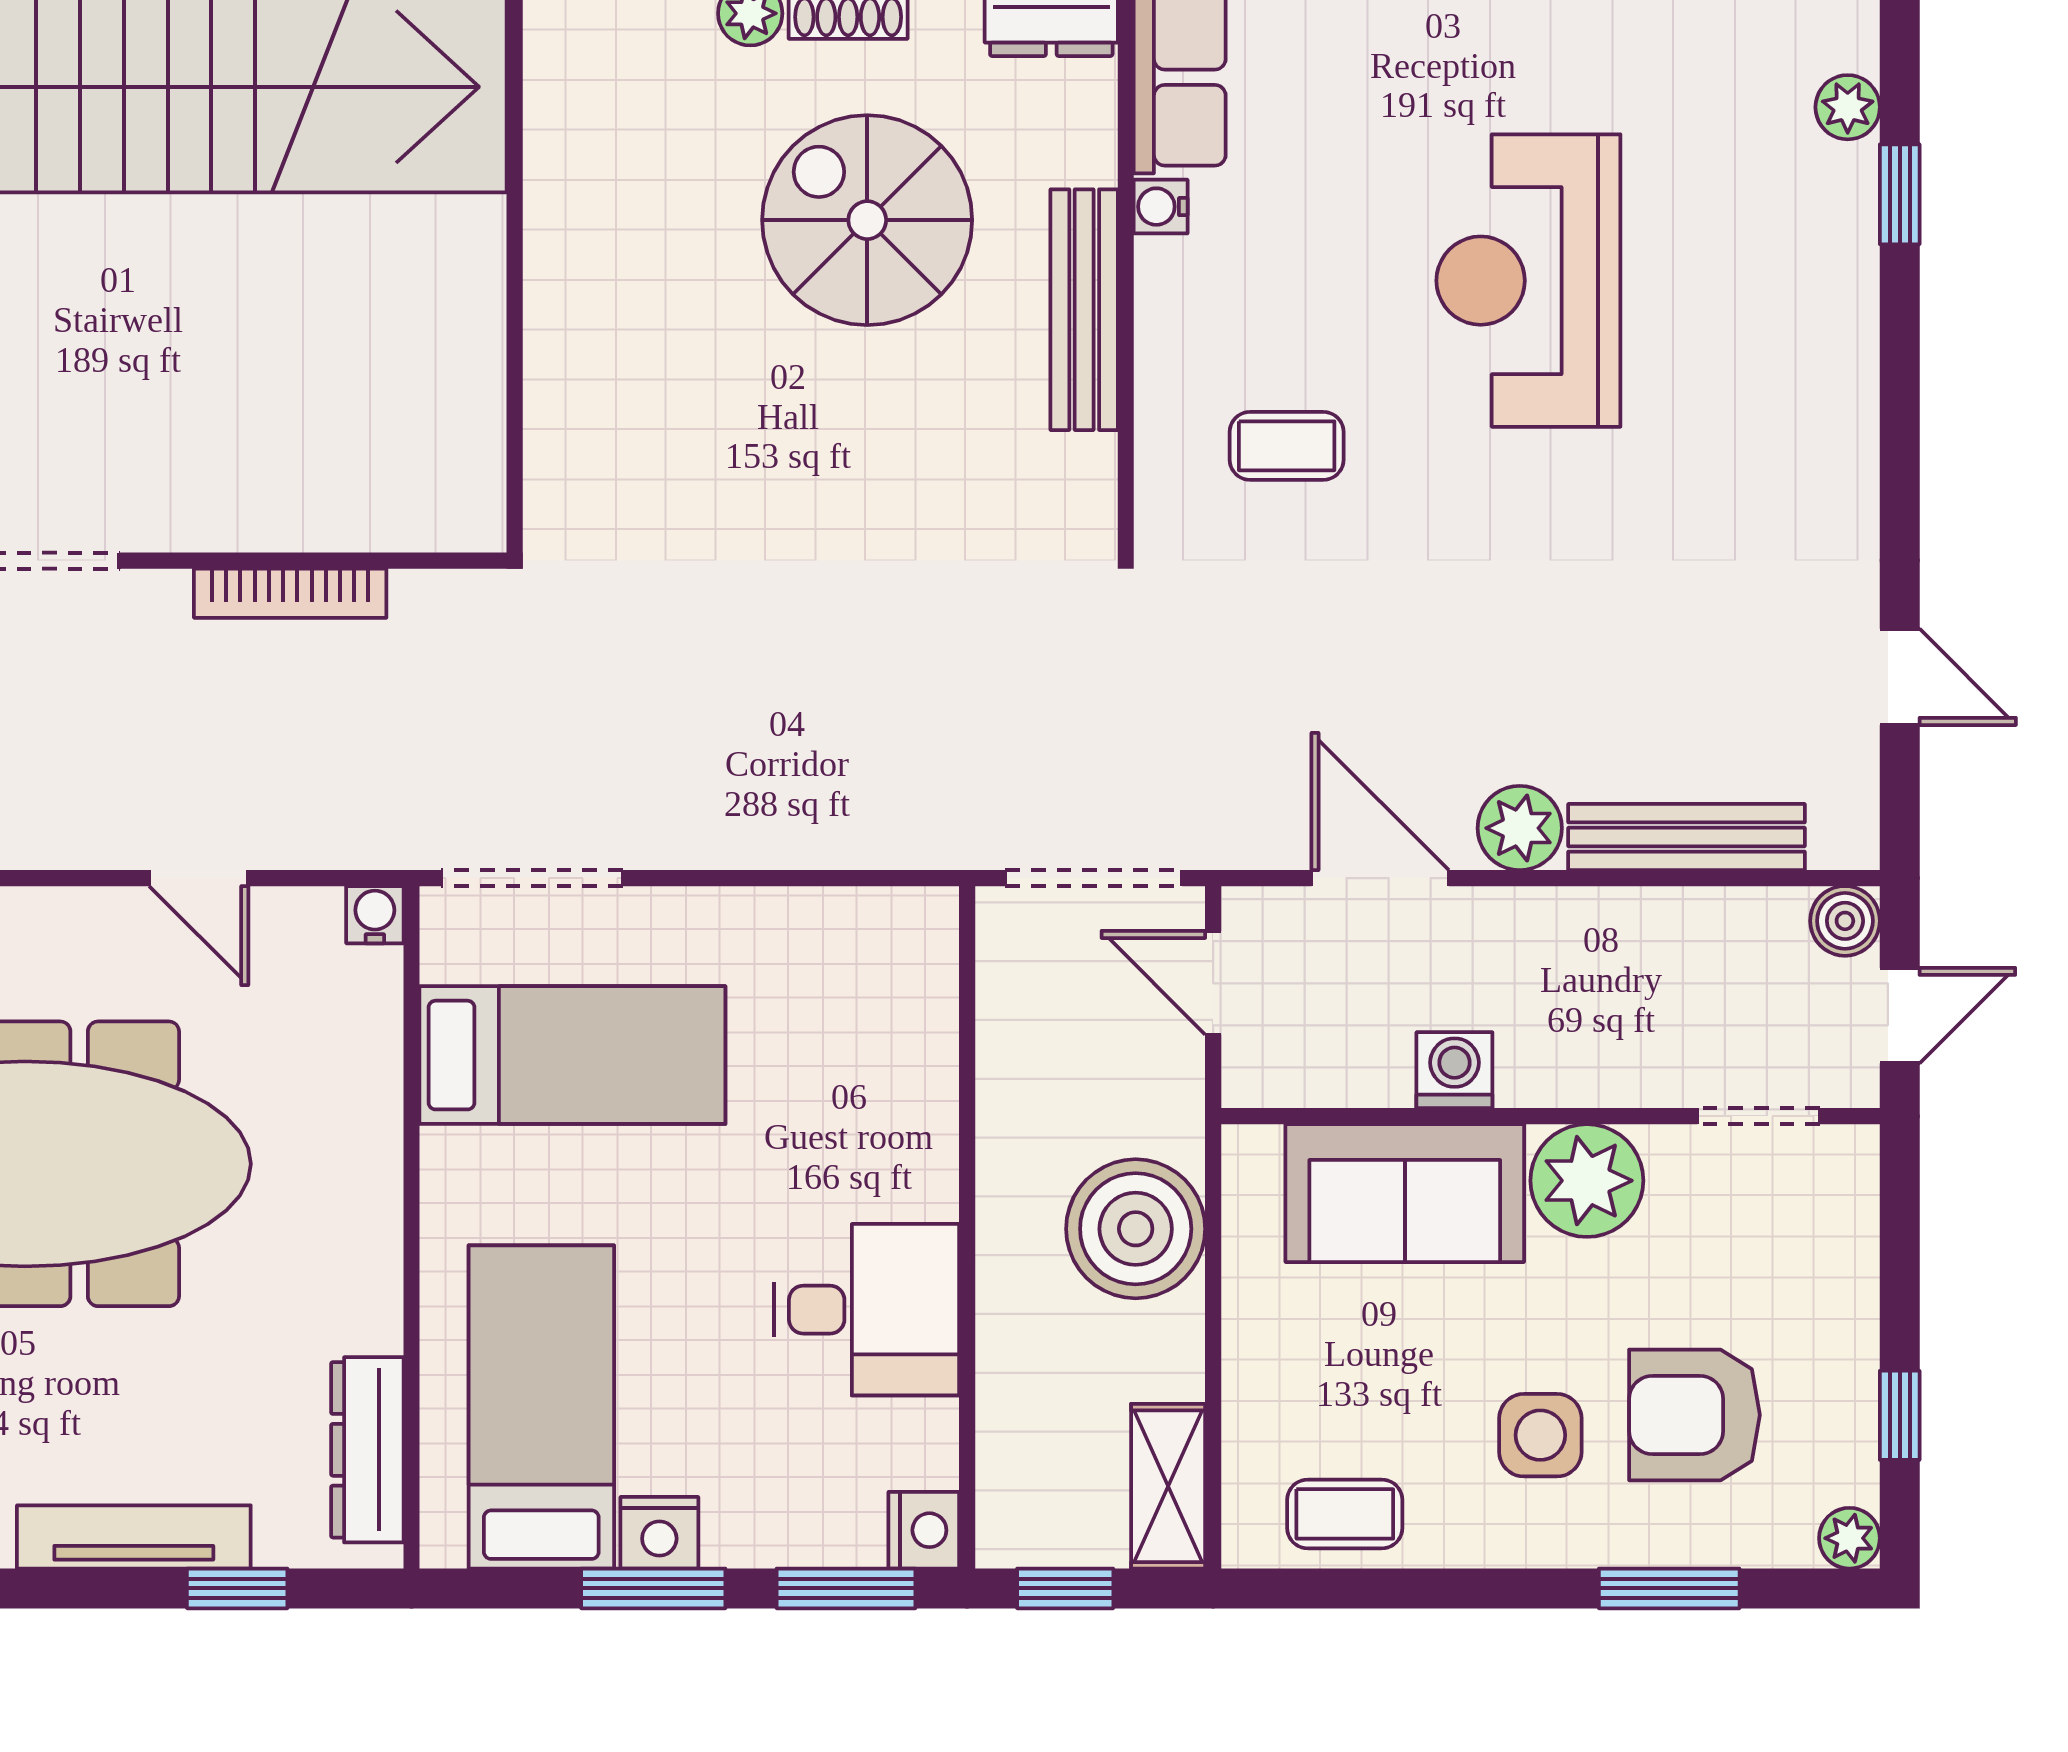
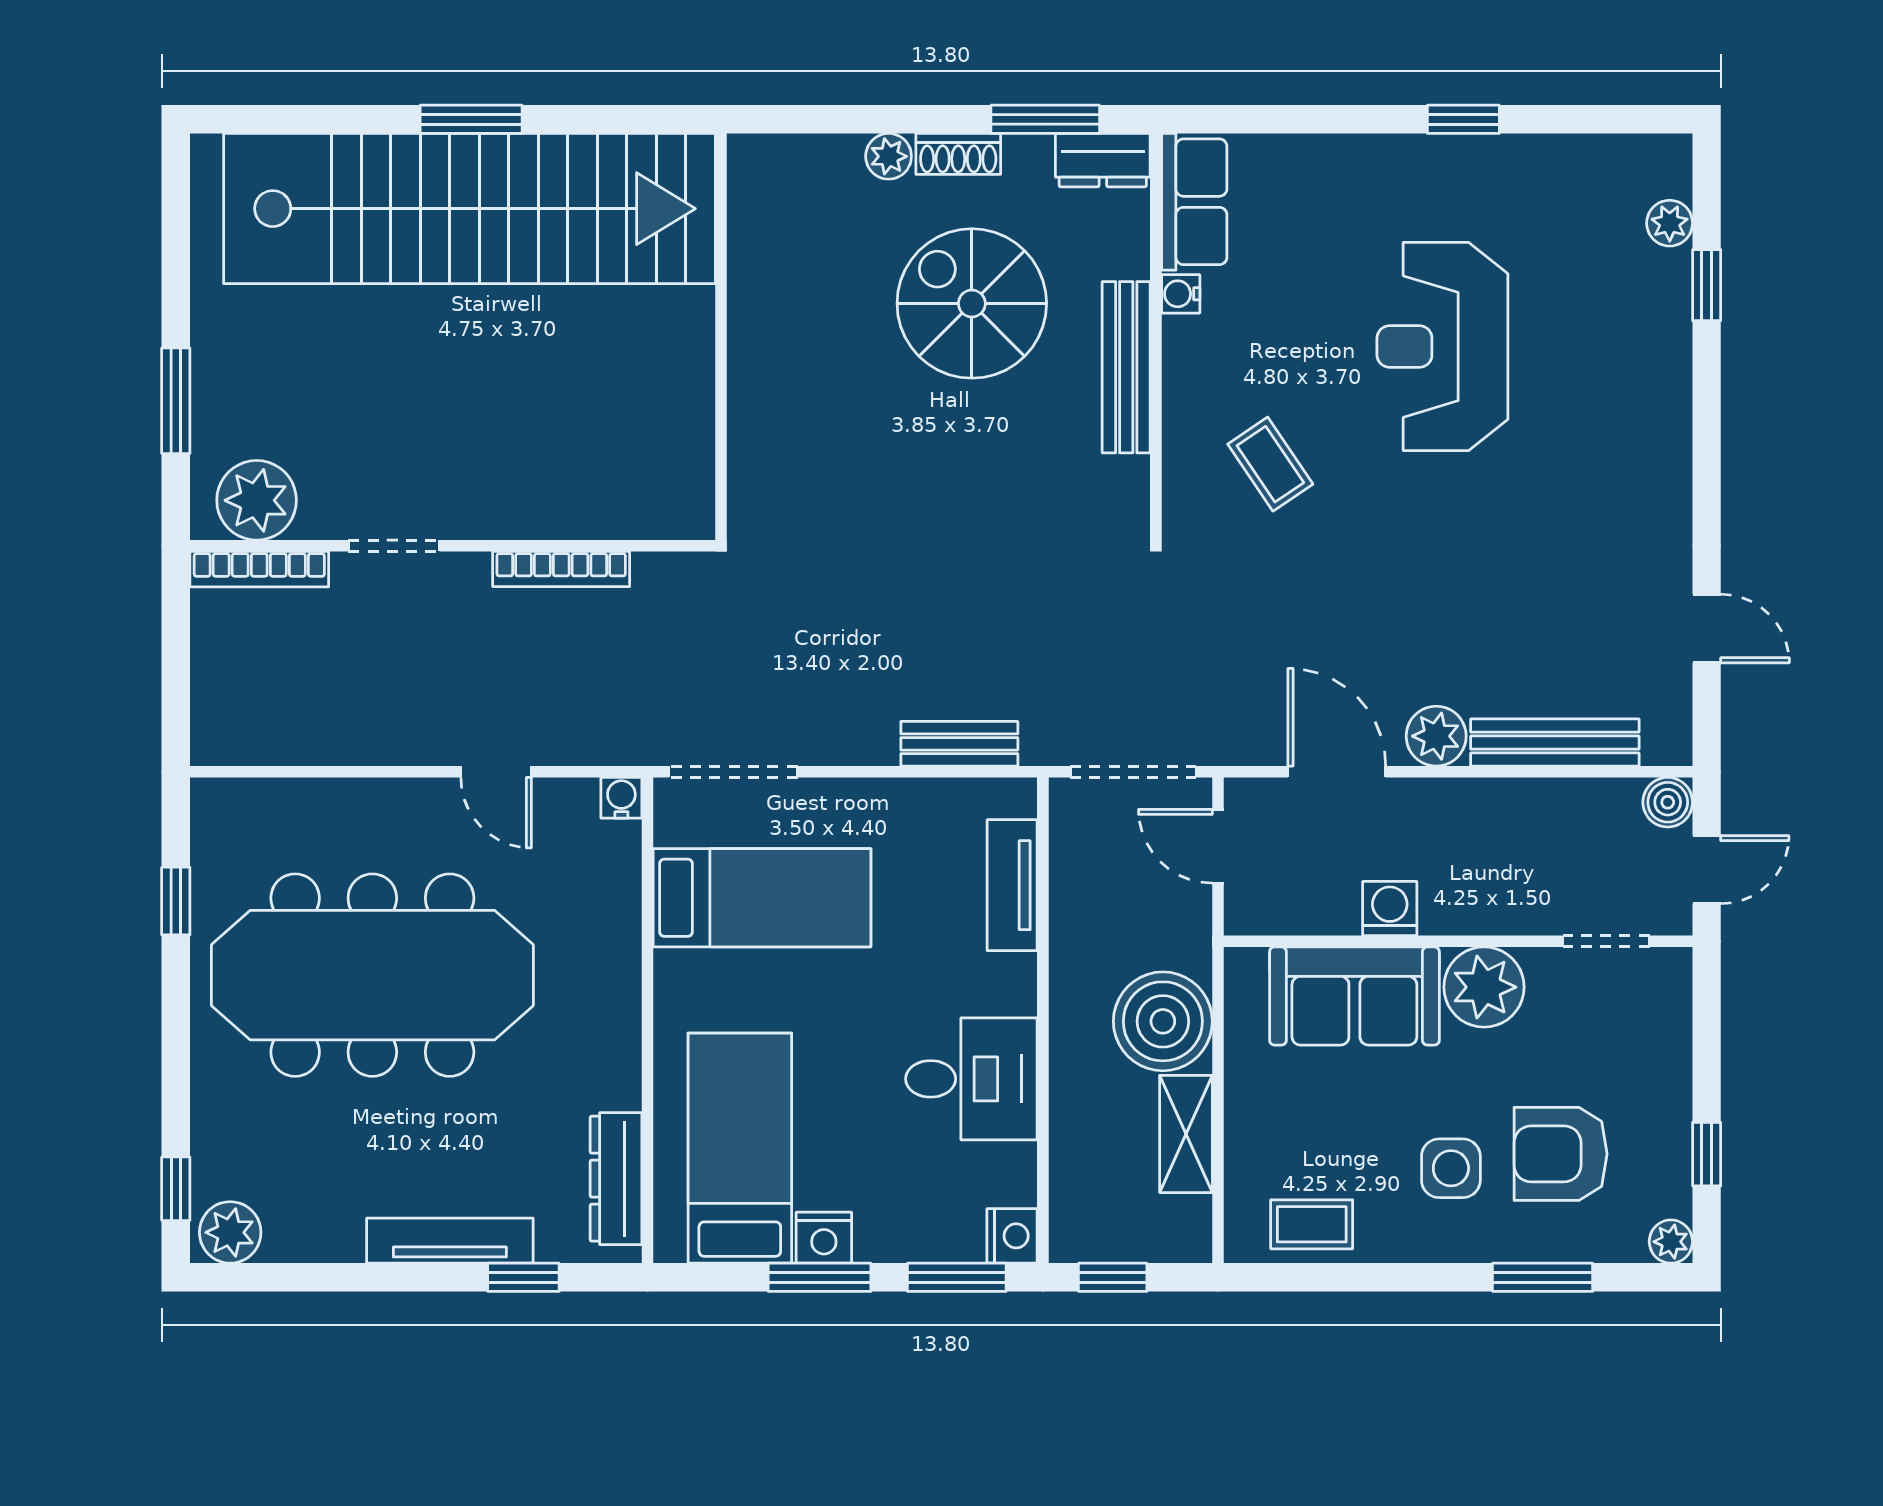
coffee table: (1287, 446) -> (1270, 464), turned 56
bench: (850, 839) -> (959, 744), added
tv unit: (924, 1037) -> (1012, 885), added
shelving: (1168, 1486) -> (1186, 1134), moved

